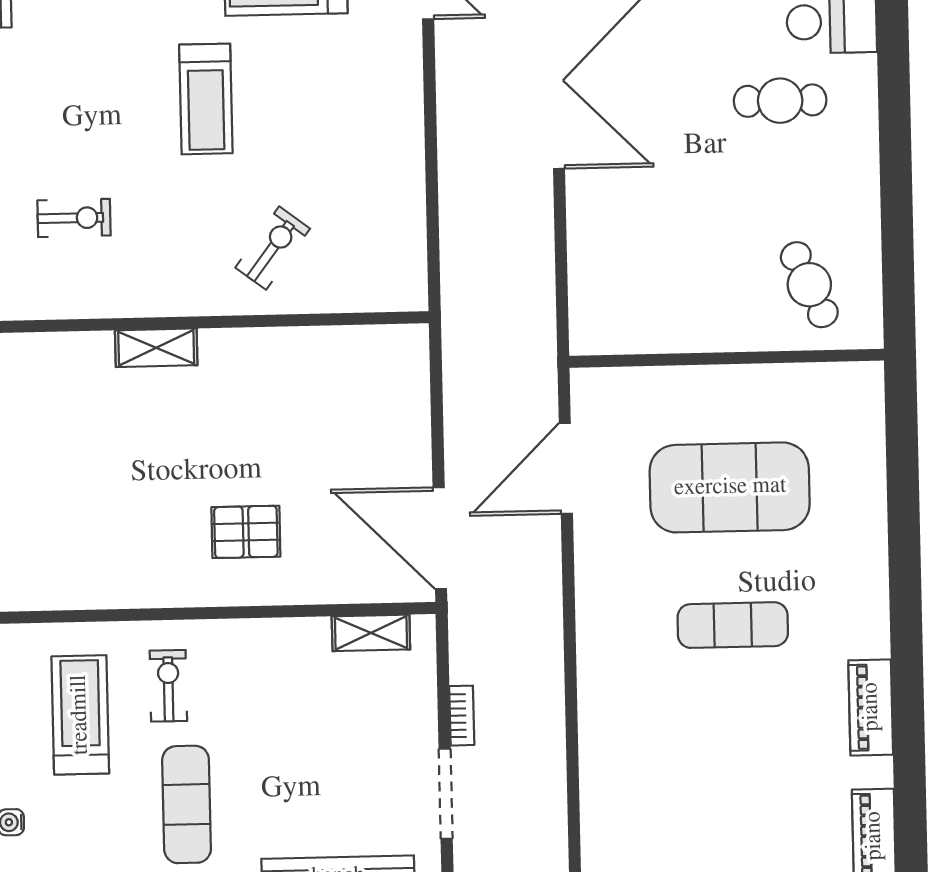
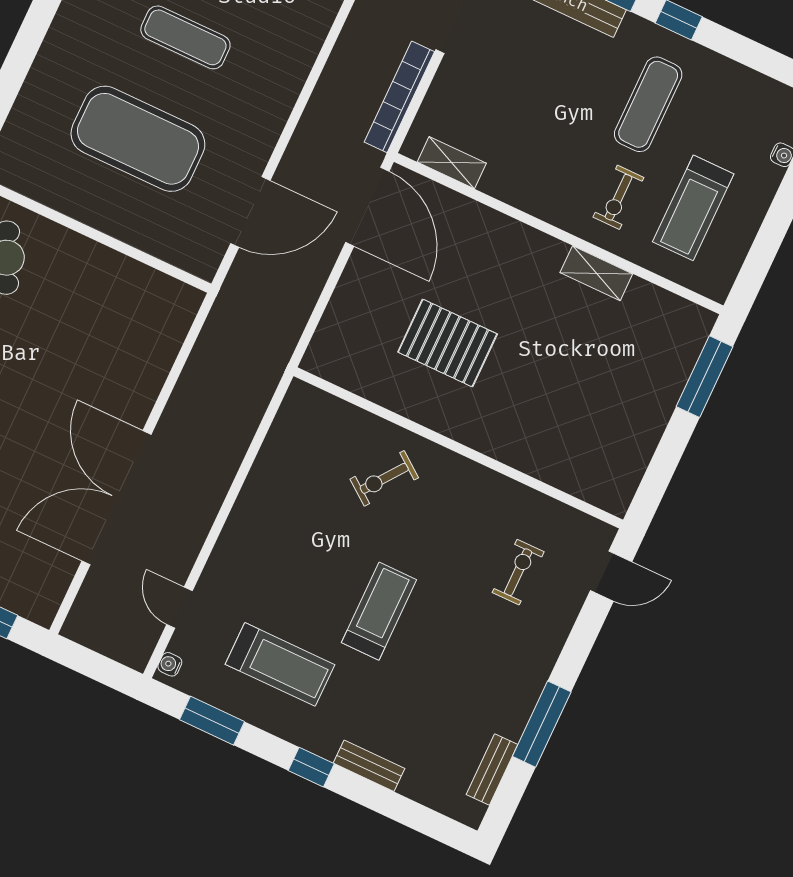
exercise bike: (74, 218) -> (518, 572), turned 90
shelving: (156, 348) -> (596, 273), moved
pallet: (246, 532) -> (448, 343), moved, width x1.50, depth x1.42
bookcase: (462, 716) -> (399, 97), width x2.31, depth x1.31

